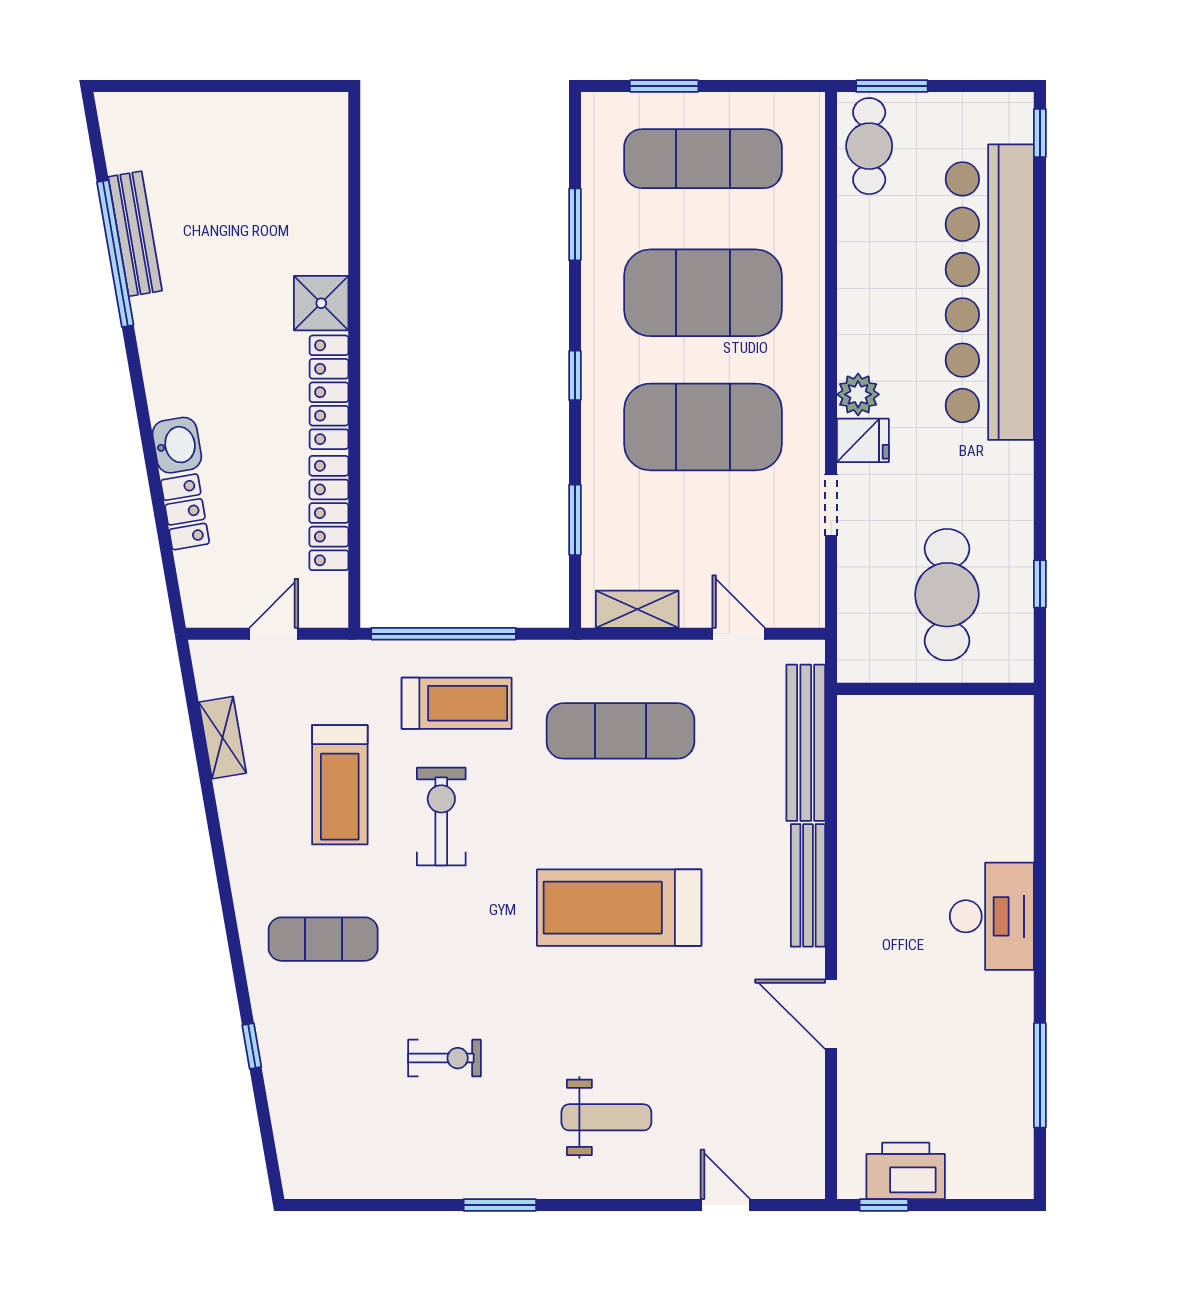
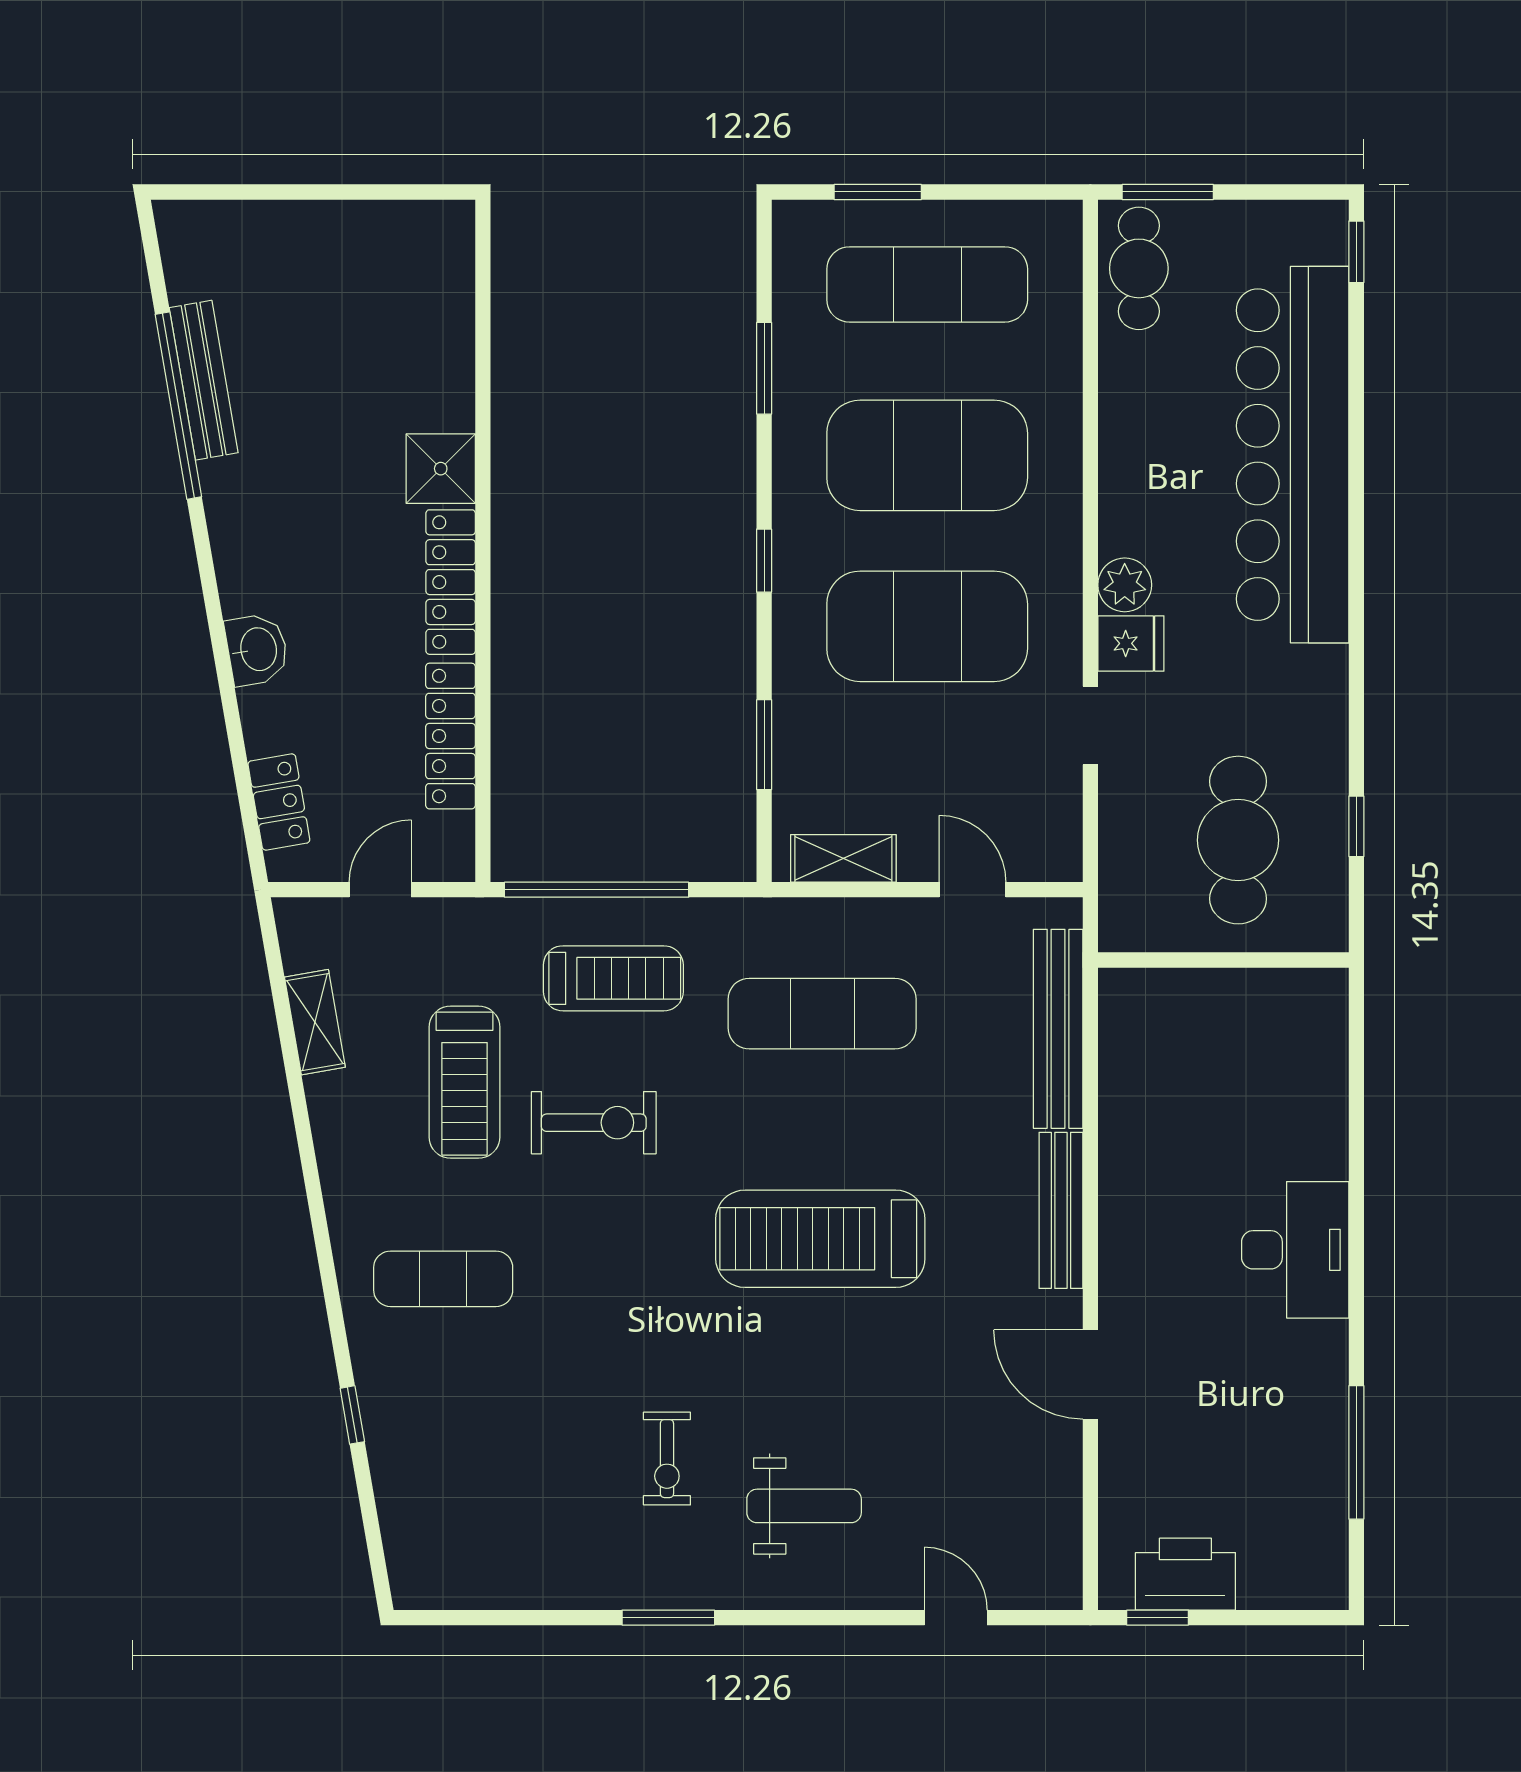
locker: (185, 512) -> (279, 802), moved
exercise bike: (441, 817) -> (594, 1123), turned 90
exercise bike: (445, 1058) -> (667, 1459), moved, turned 90

